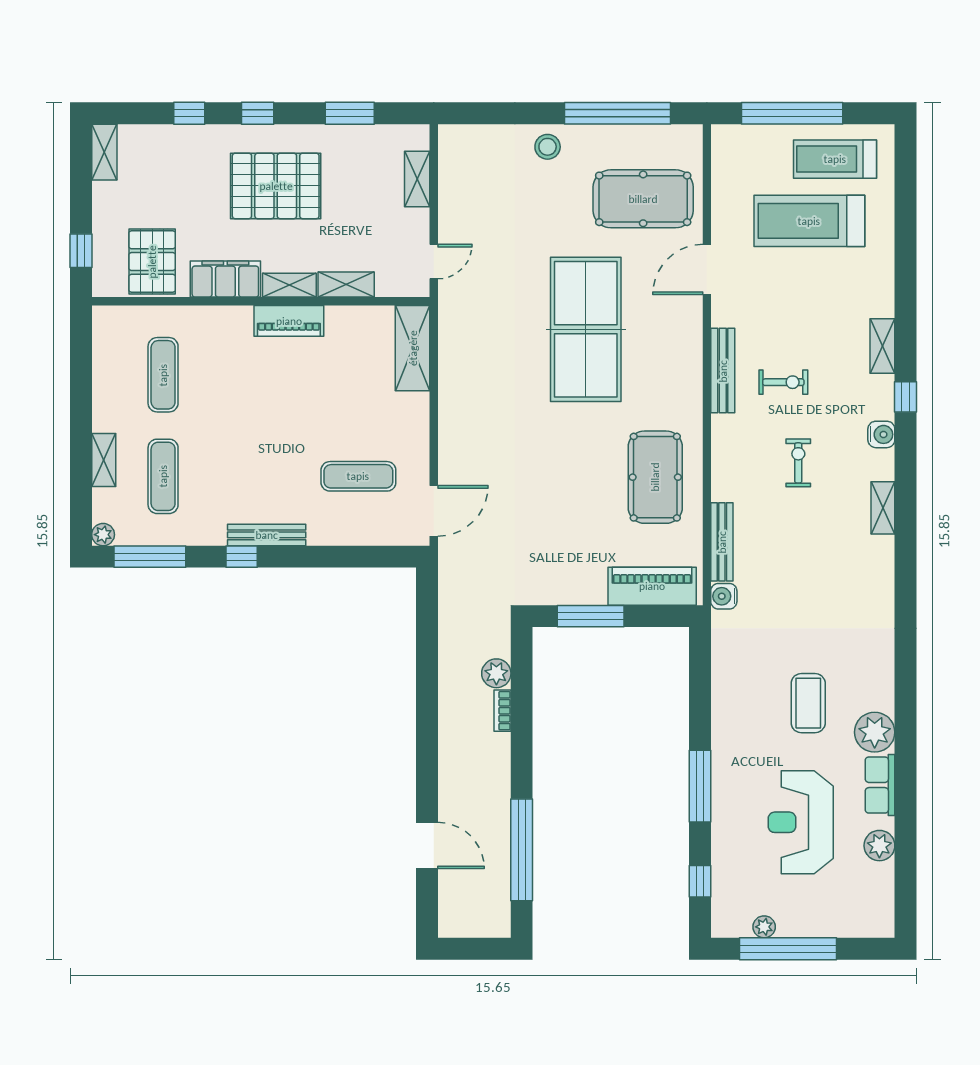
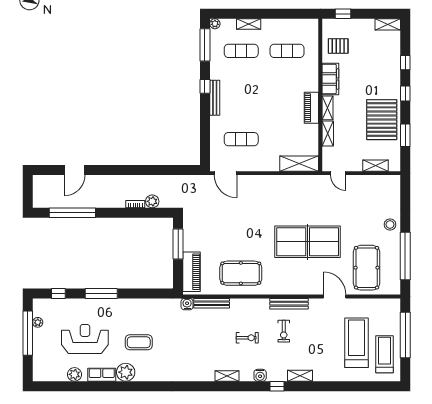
pallet: (276, 186) -> (382, 120), moved
pallet: (152, 262) -> (338, 46), width x0.67, depth x0.71
exercise mat: (358, 476) -> (241, 139), turned 90

